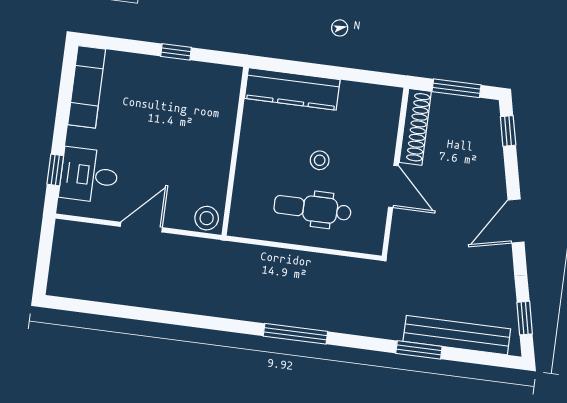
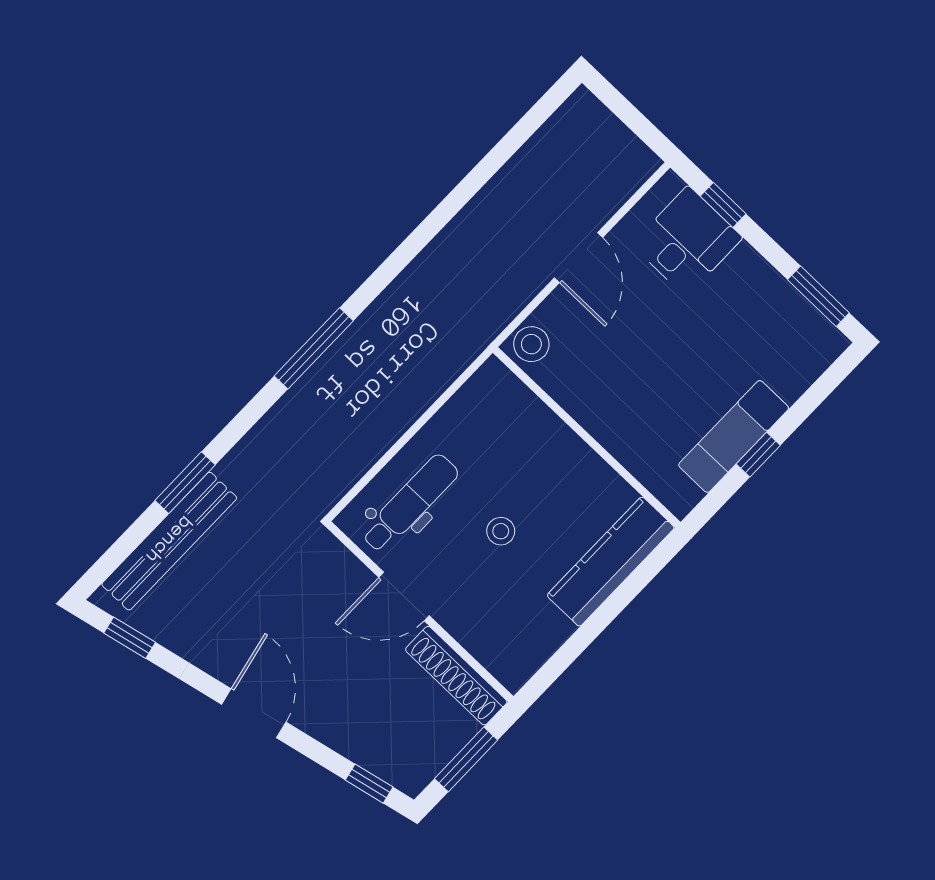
window: (67, 82) -> (818, 296), added
exam couch: (87, 87) -> (734, 437), moved, turned 90
dental chair: (313, 209) -> (410, 503), moved

